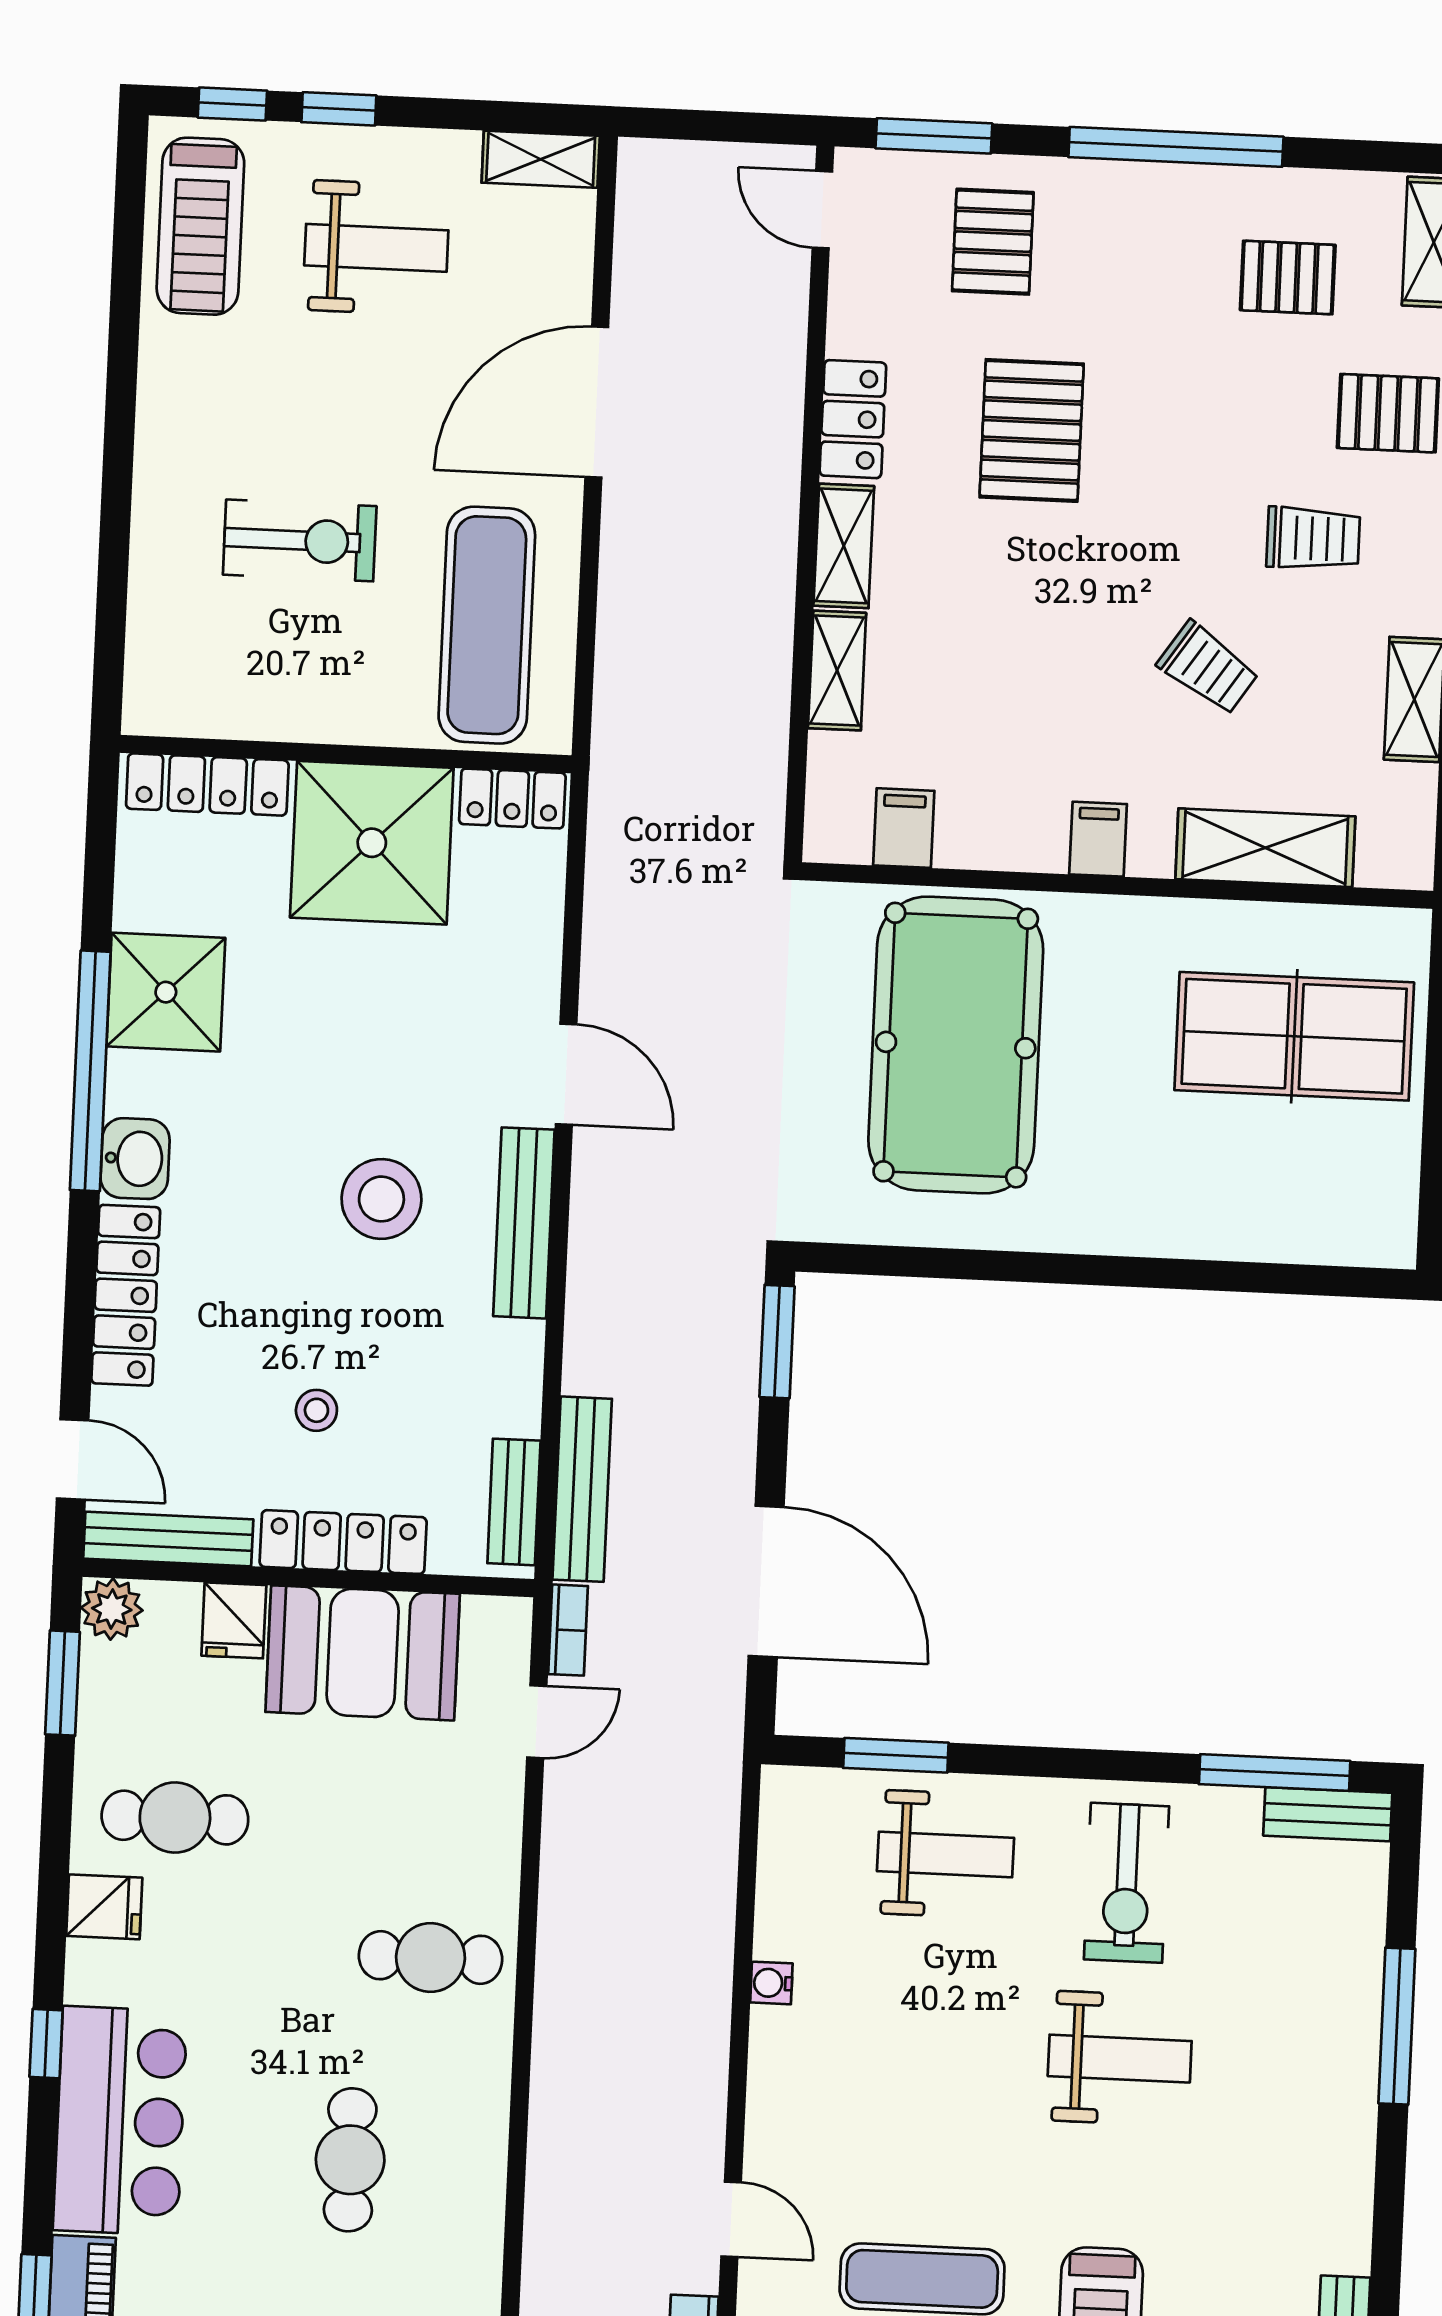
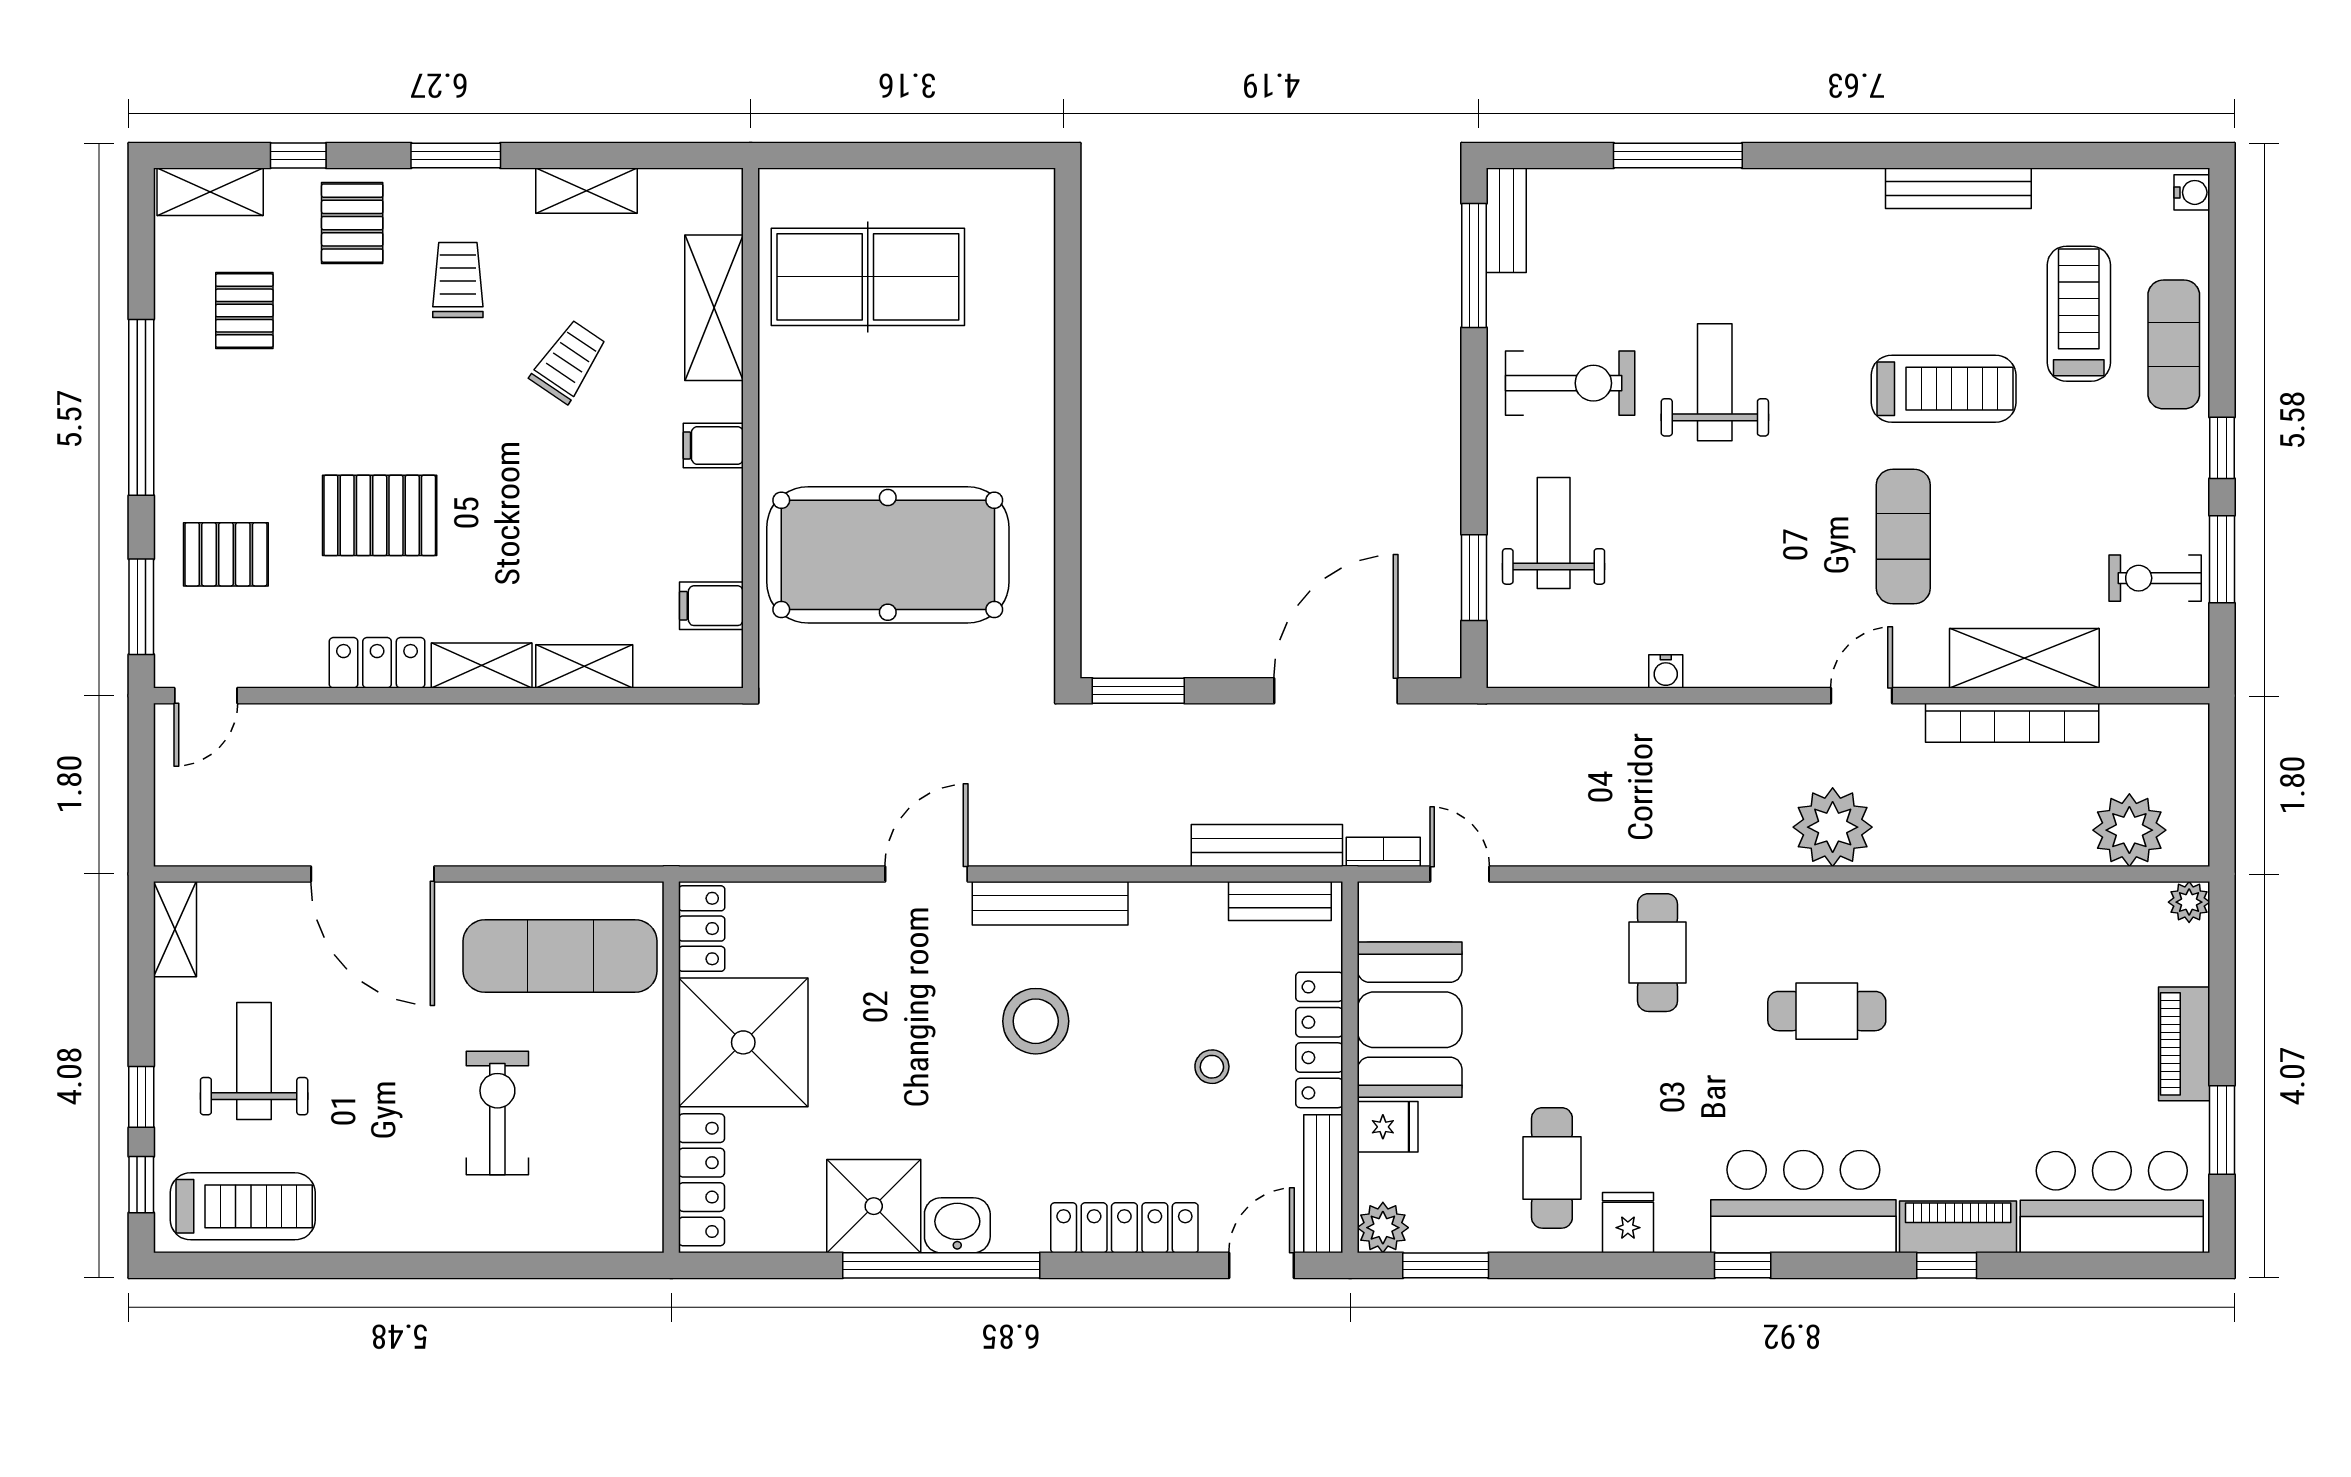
table tennis table: (1294, 1036) -> (868, 277), turned 90
washbasin: (135, 1159) -> (957, 1225), moved
plant: (573, 2177) -> (1833, 827), added

